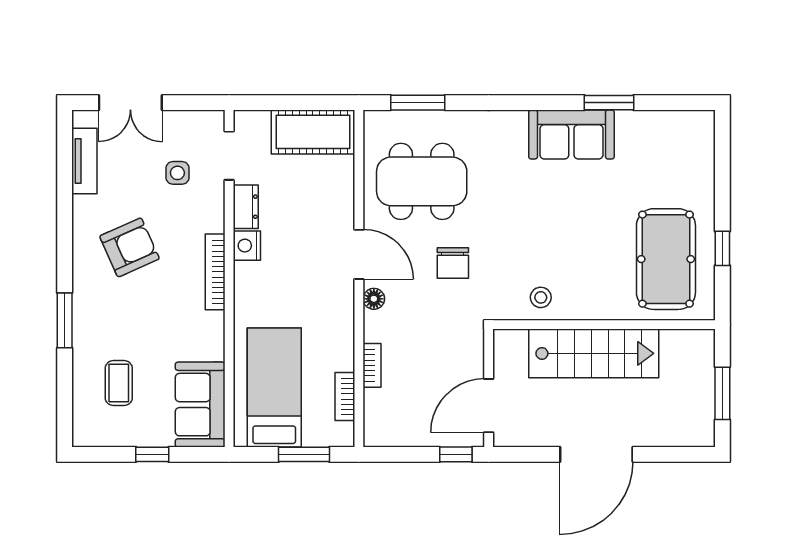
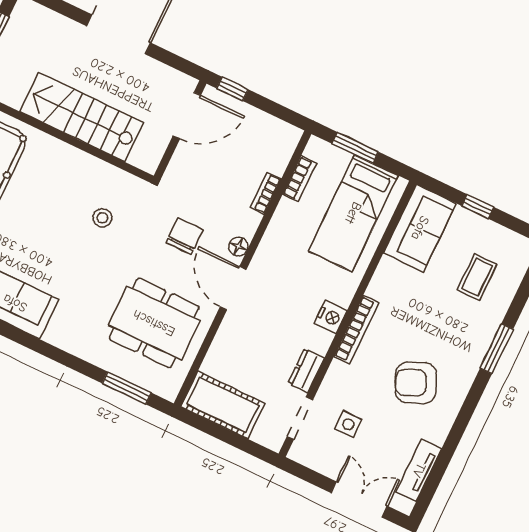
nightstand: (247, 246) -> (331, 317), moved
chair: (453, 263) -> (185, 236), moved
stool: (541, 297) -> (102, 218), moved

